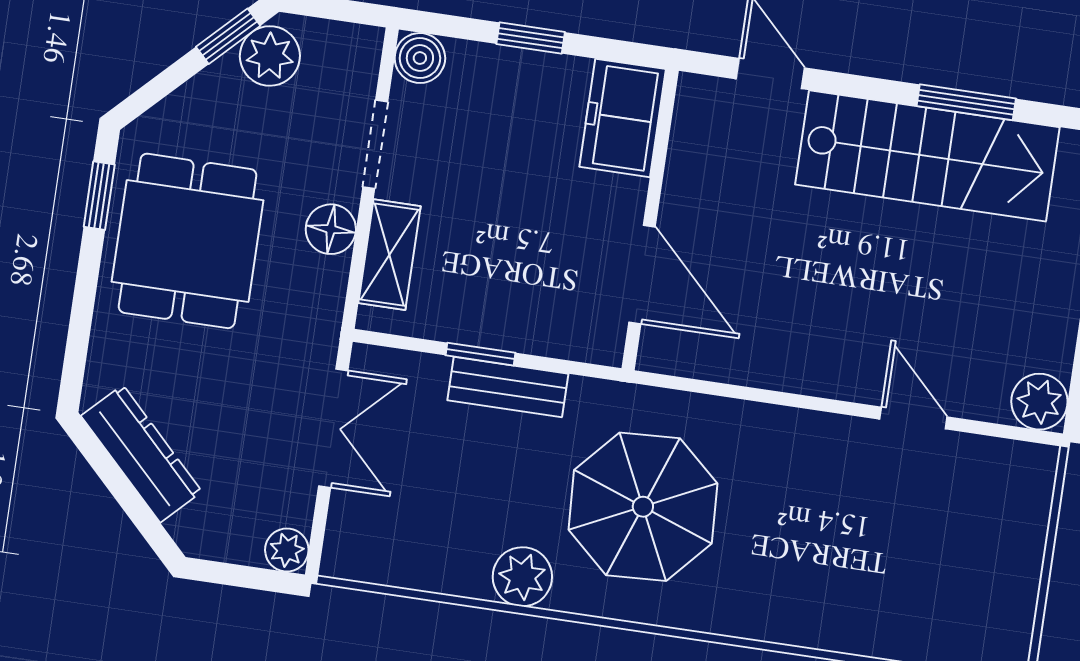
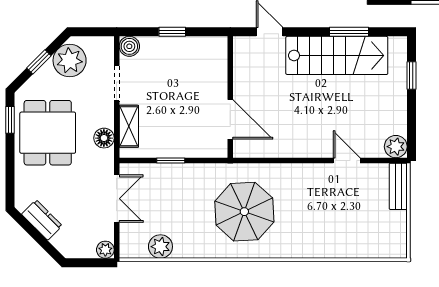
window: (228, 36) -> (39, 62), moved
plant: (270, 56) -> (70, 60), width x1.36, depth x1.36
freezer: (623, 118) -> (213, 58), removed
floor lamp: (331, 229) -> (104, 138), moved
bench: (508, 387) -> (398, 186), moved, turned 90
dresser: (141, 454) -> (42, 220), width x0.70
plant: (522, 577) -> (160, 247), moved

